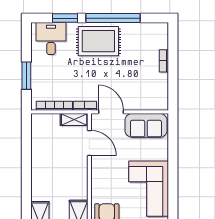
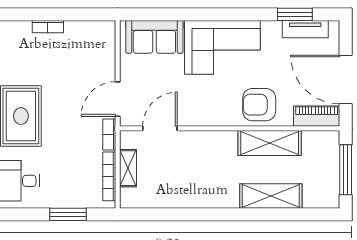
shelving: (74, 120) -> (128, 168), moved
sofa: (146, 125) -> (154, 37), moved, turned 90

